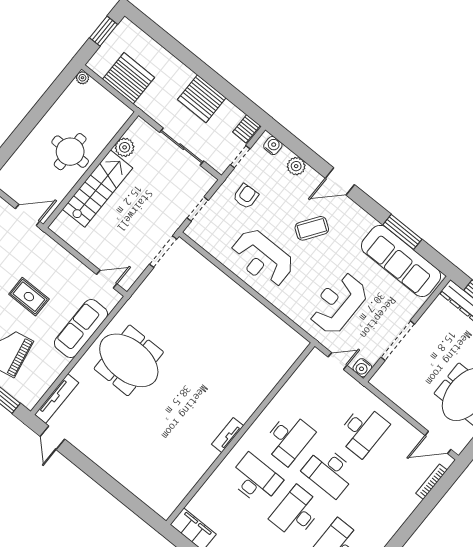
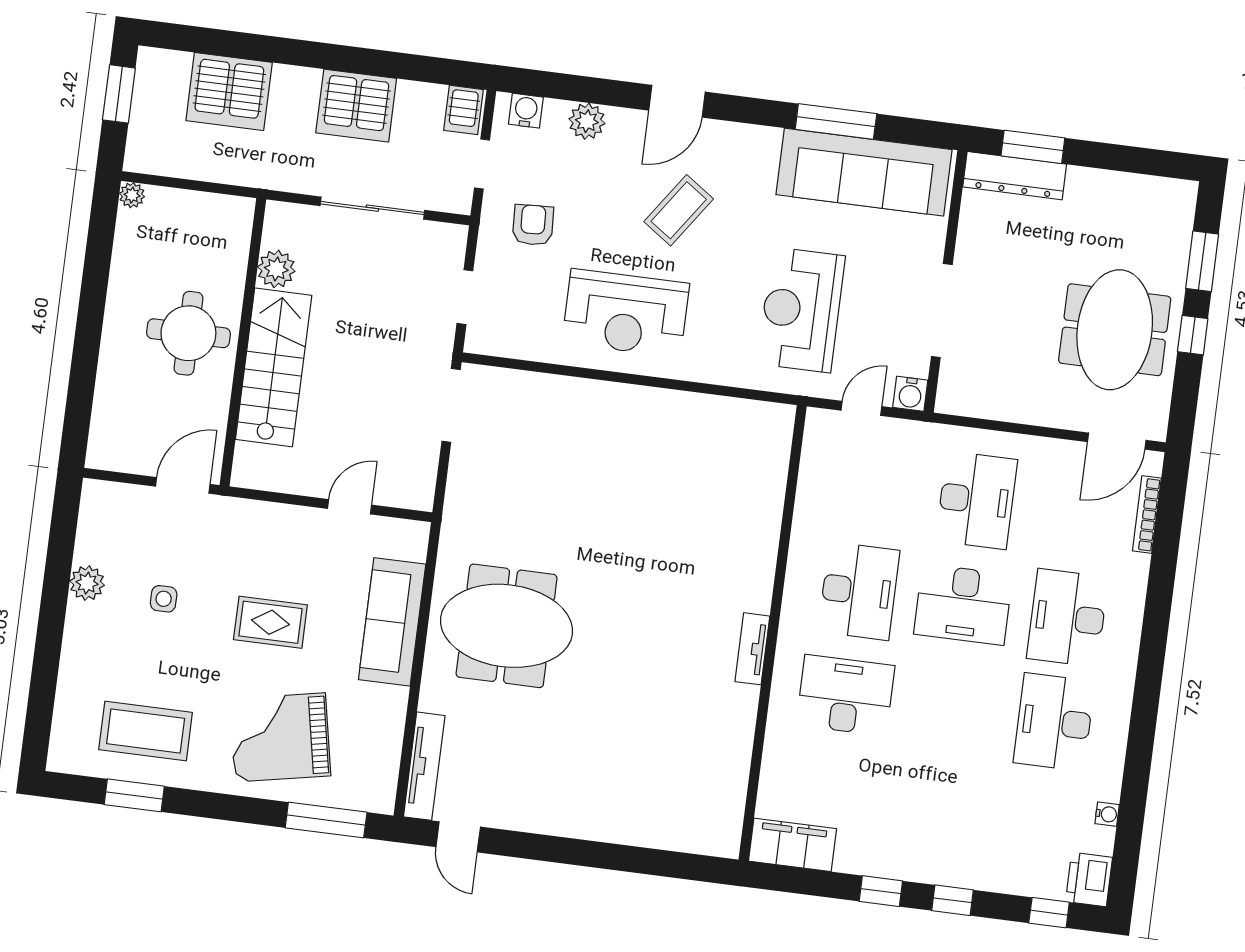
server rack: (128, 78) -> (229, 92), moved, turned 180
door: (107, 279) -> (349, 507), moved
desk: (296, 513) -> (1067, 618), moved

